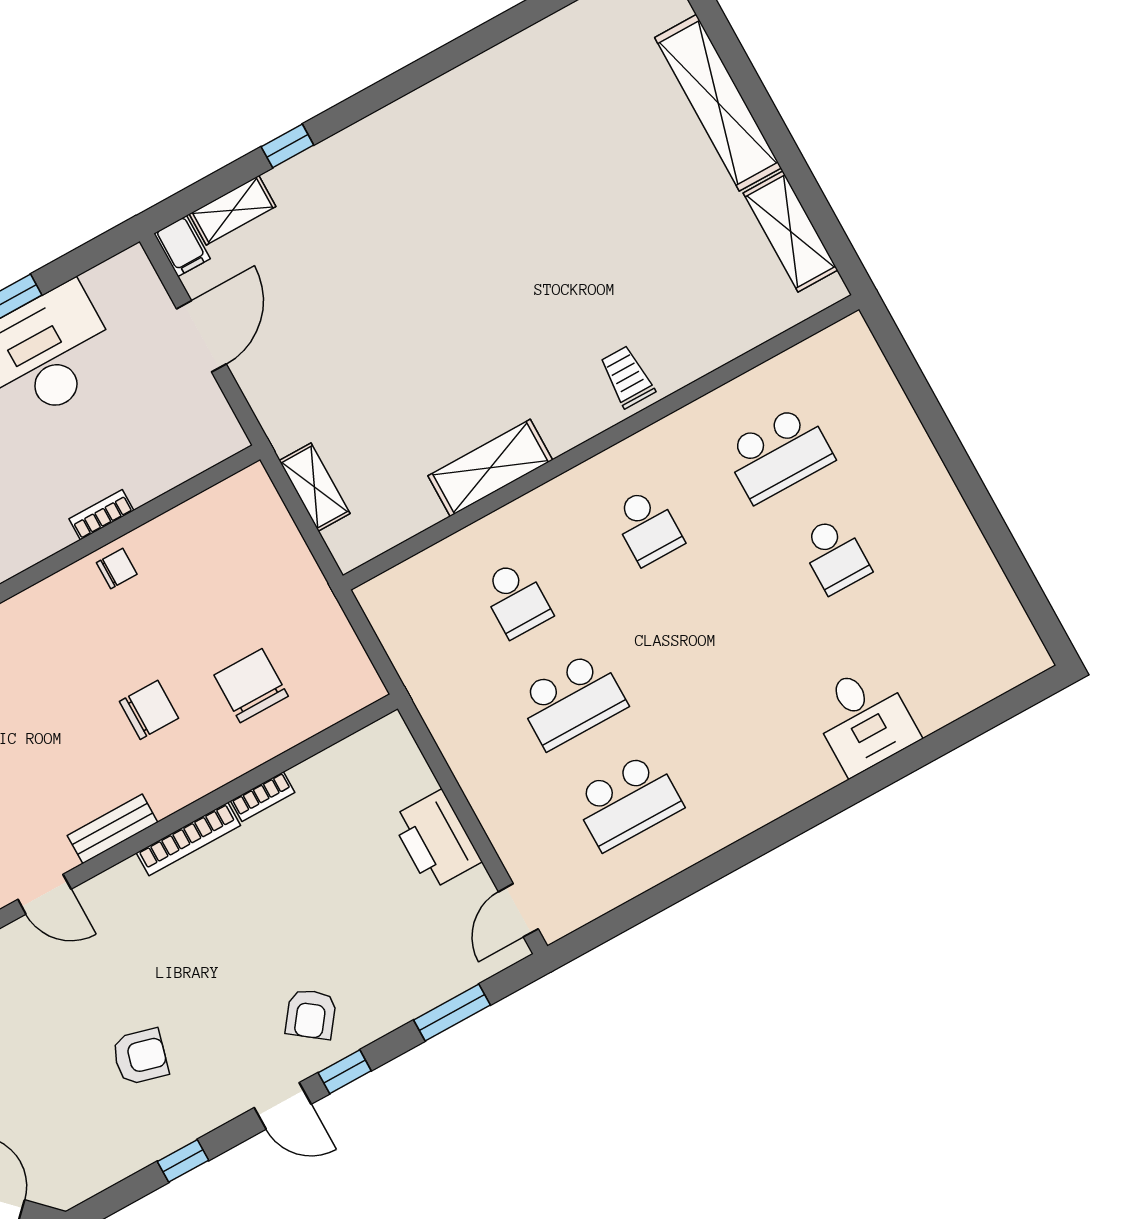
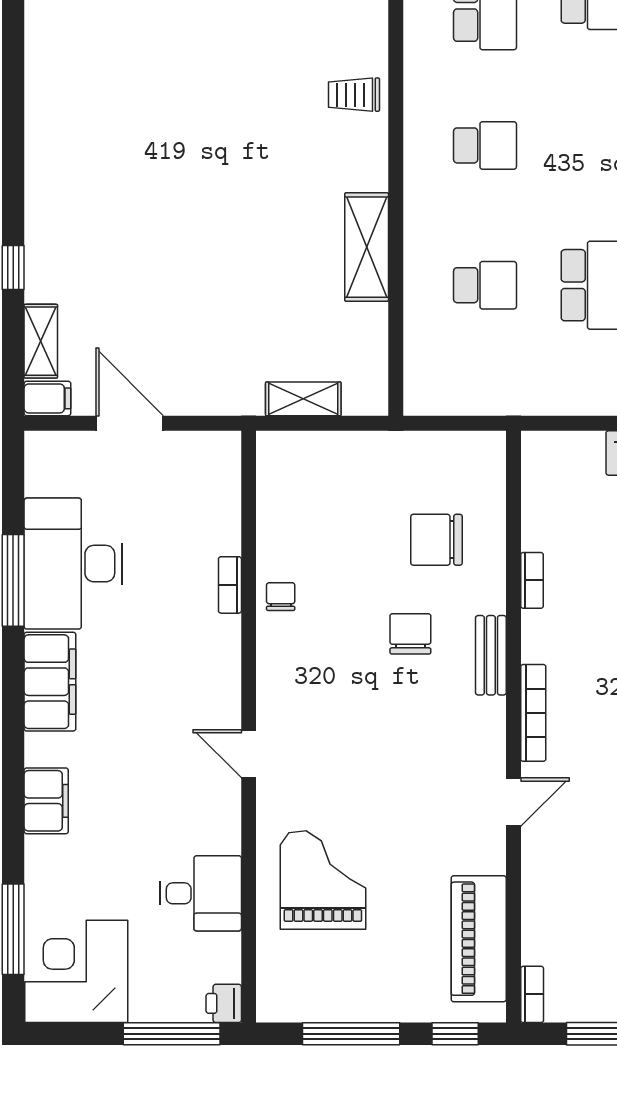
bench: (113, 829) -> (491, 655), moved
bookcase: (188, 839) -> (533, 713), moved

